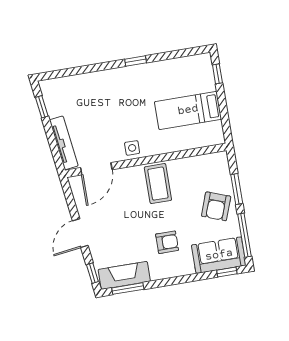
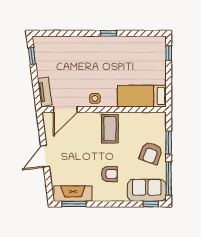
bed: (188, 110) -> (142, 96), moved
tv unit: (64, 143) -> (45, 92), width x0.71
window: (92, 273) -> (49, 188), removed

